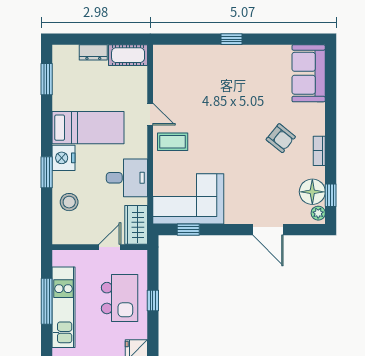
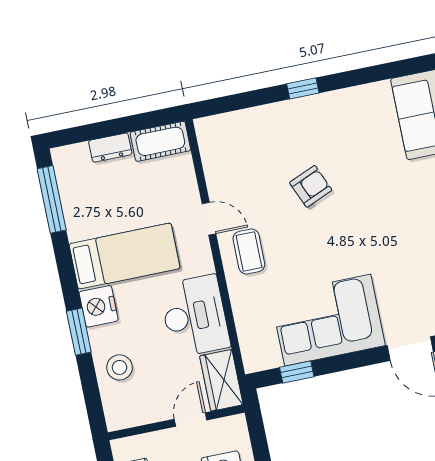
window: (47, 79) -> (52, 199), width x1.44
armchair: (281, 138) -> (311, 186), moved, turned -62
coffee table: (173, 142) -> (249, 252), turned 90
desk: (127, 178) -> (195, 316), width x1.37
corner sofa: (188, 199) -> (328, 320), moved

